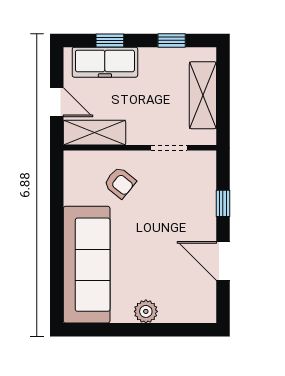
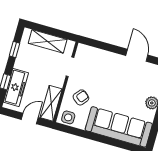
side table: (78, 170) -> (68, 117), added
window: (223, 203) -> (107, 47), removed
door: (223, 261) -> (137, 55), swing flipped

